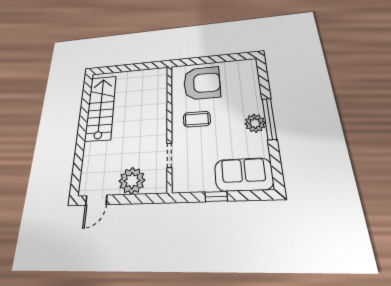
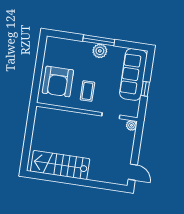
armchair: (202, 83) -> (58, 82), turned 180
sofa: (244, 175) -> (133, 74), width x1.36
plant: (132, 181) -> (131, 125), moved, width x0.53, depth x0.53

